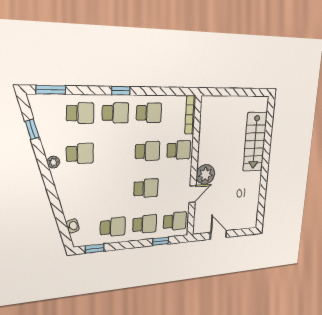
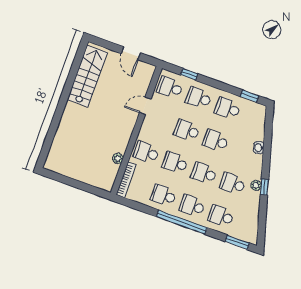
window: (121, 91) -> (182, 222), width x3.17
window: (32, 129) -> (264, 187), moved
stairs: (255, 142) -> (87, 76), moved
school desk: (115, 152) -> (204, 173), added
plant: (205, 174) -> (118, 158), moved, width x0.53, depth x0.53
school desk: (114, 190) -> (216, 141), added
washbasin: (73, 226) -> (259, 148), moved

